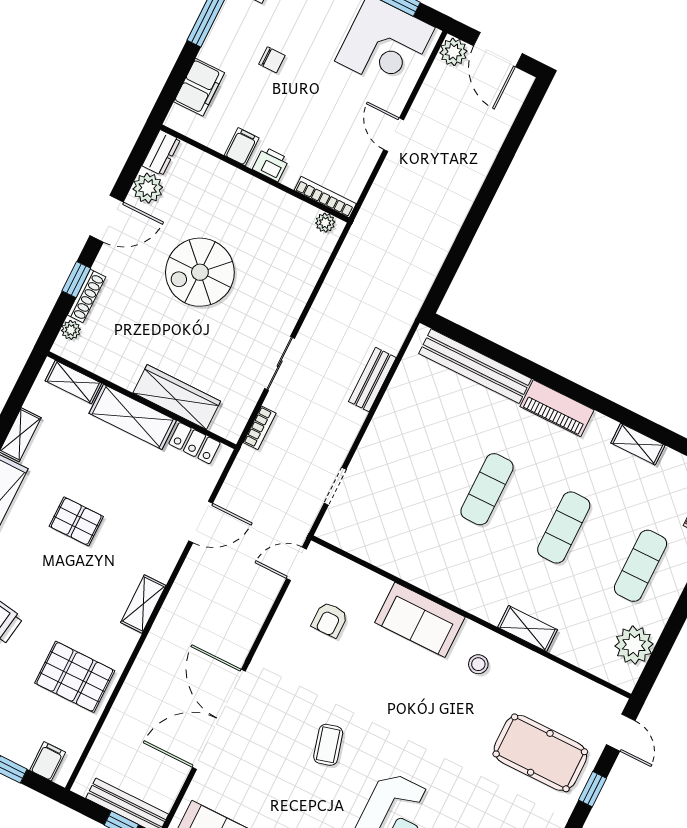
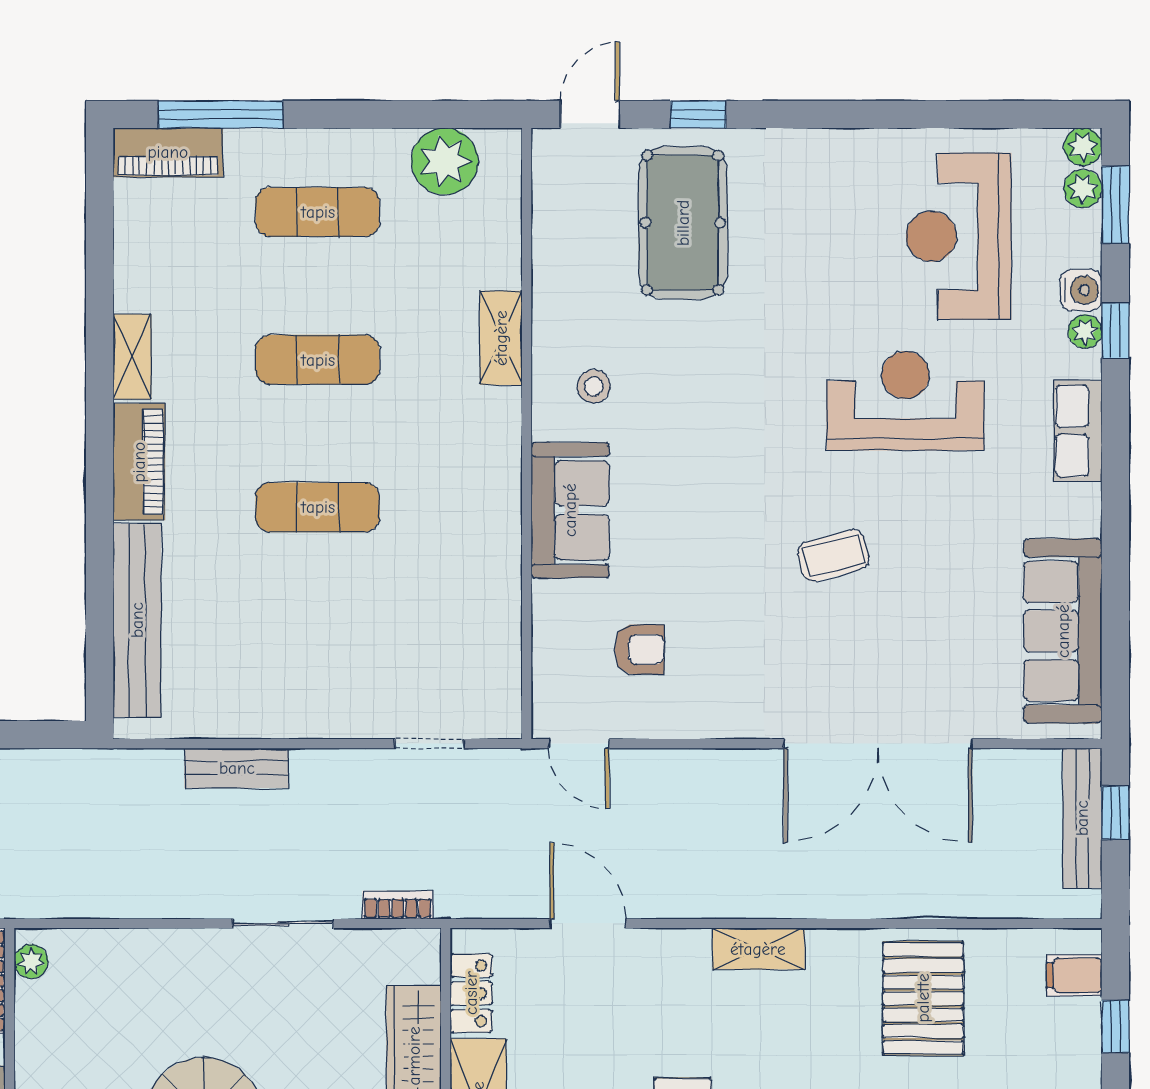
shelving: (638, 444) -> (132, 357), moved

